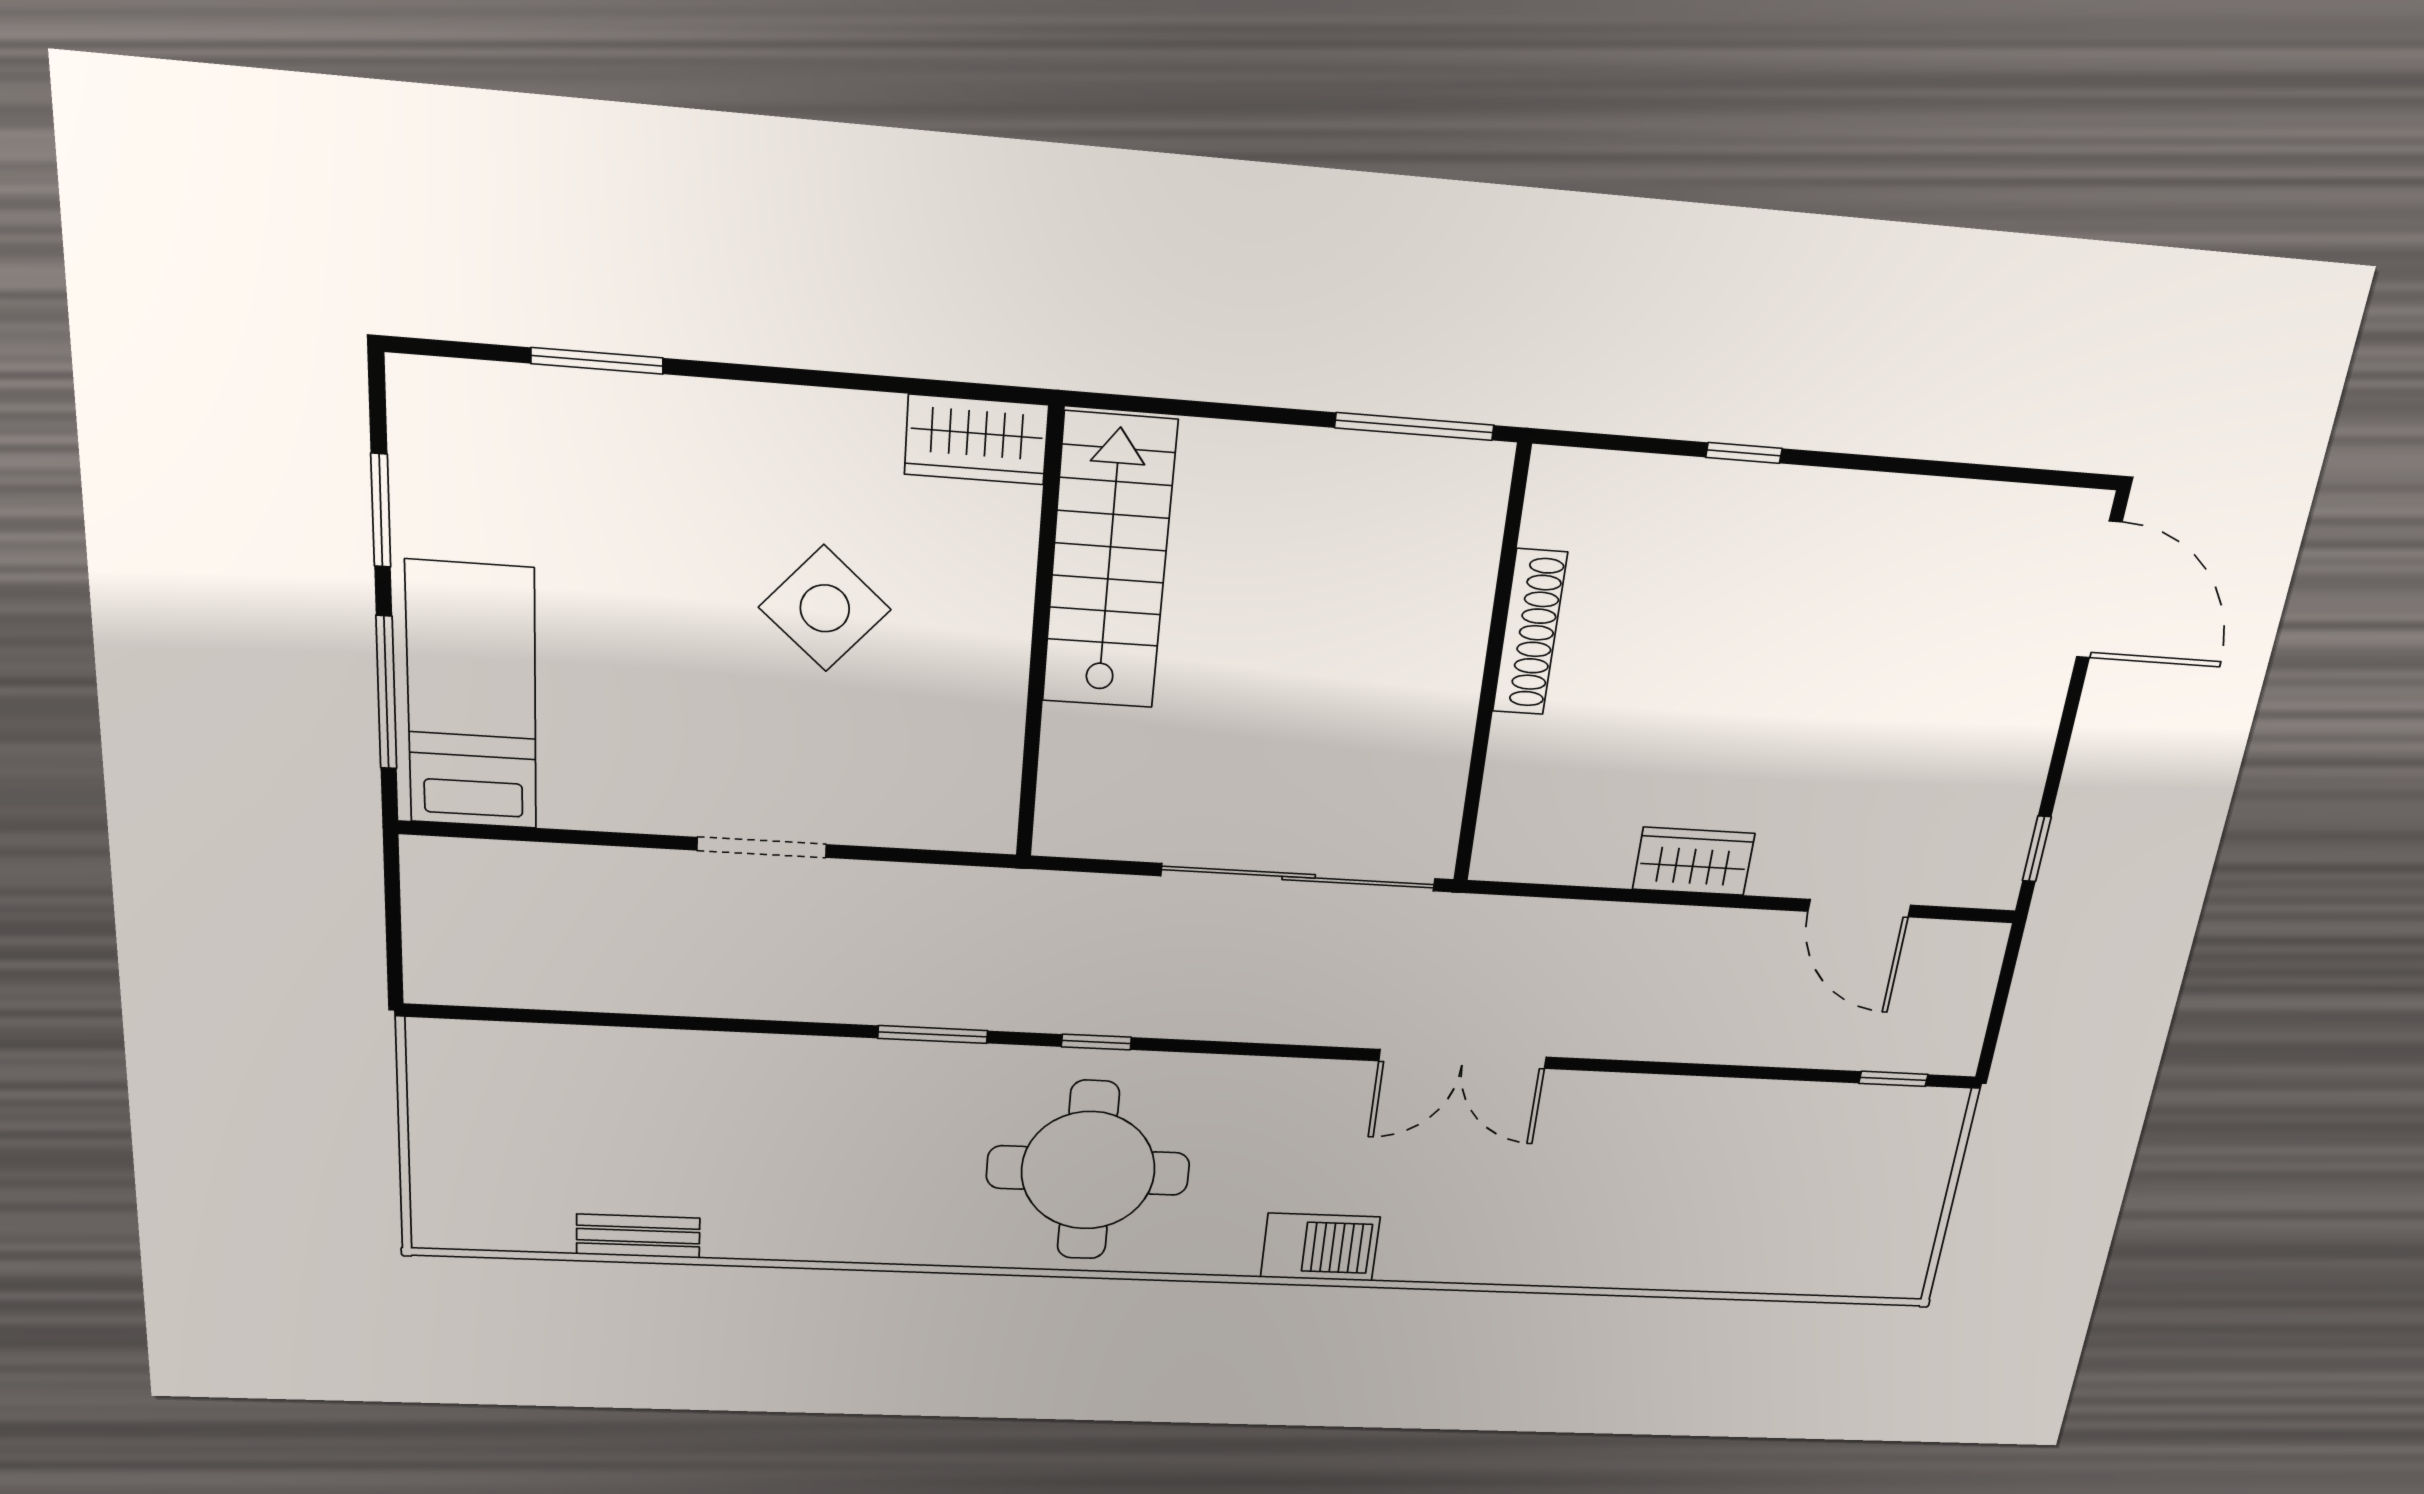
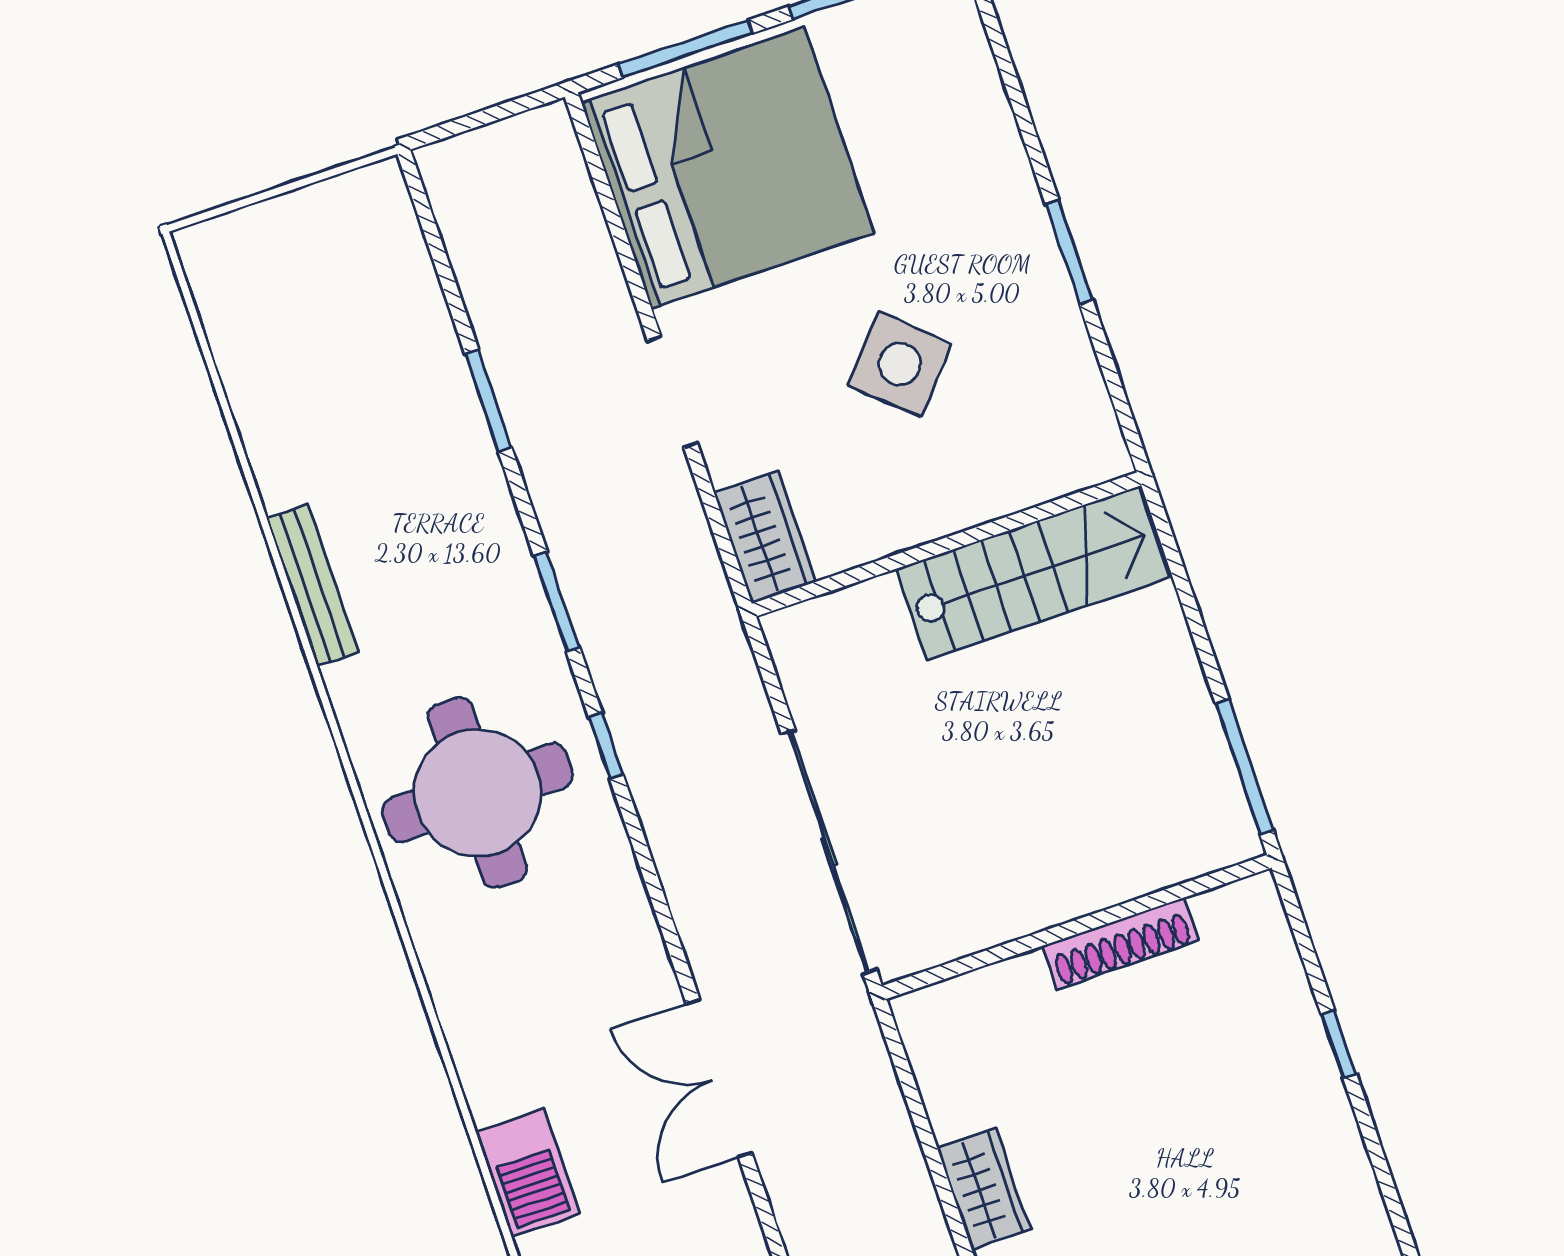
window: (597, 361) -> (1069, 252), moved
wardrobe: (976, 440) -> (765, 537), moved, turned 180
bed: (472, 696) -> (728, 168), width x2.04
window: (700, 1024) -> (488, 401), added
bench: (638, 1236) -> (312, 585), moved, width x1.36
barbecue: (1320, 1247) -> (528, 1173), moved

